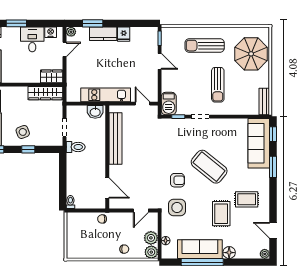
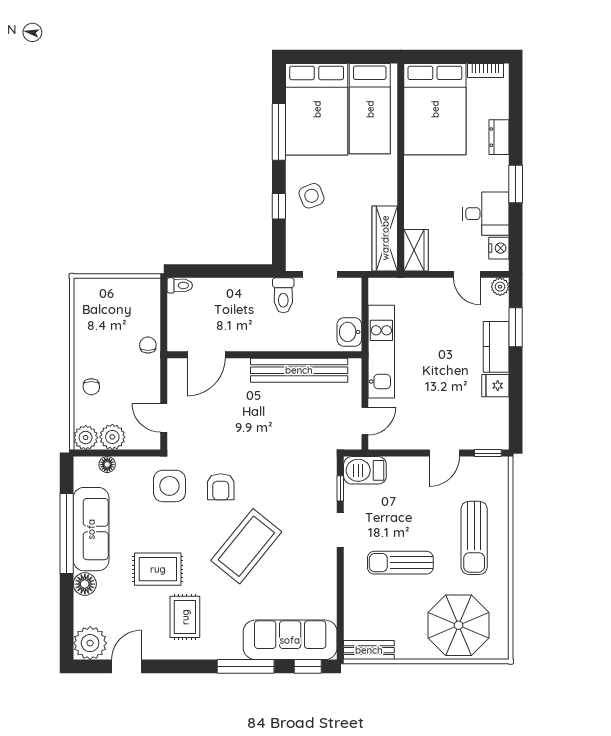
sun lounger: (205, 46) -> (474, 538), turned 180
window: (273, 167) -> (246, 666), width x1.44
plant: (265, 254) -> (90, 643), width x1.88, depth x1.88

